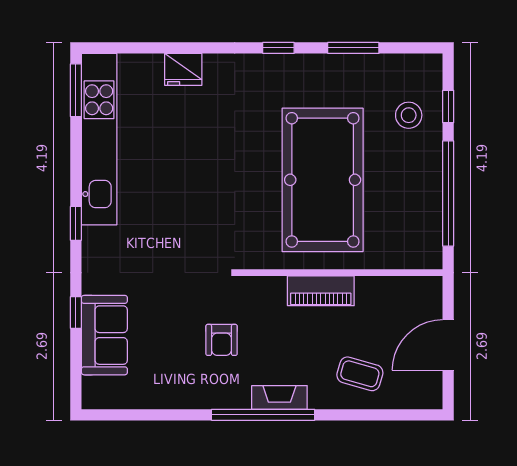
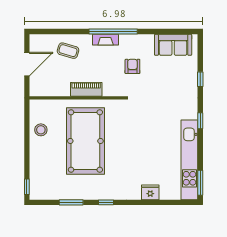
window: (448, 107) -> (27, 187), moved
stool: (409, 115) -> (41, 130), moved
window: (448, 194) -> (27, 135), removed
sofa: (104, 335) -> (173, 45), moved, turned -90

